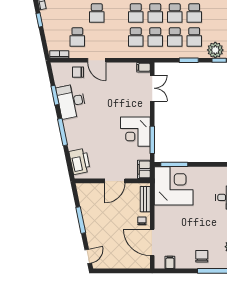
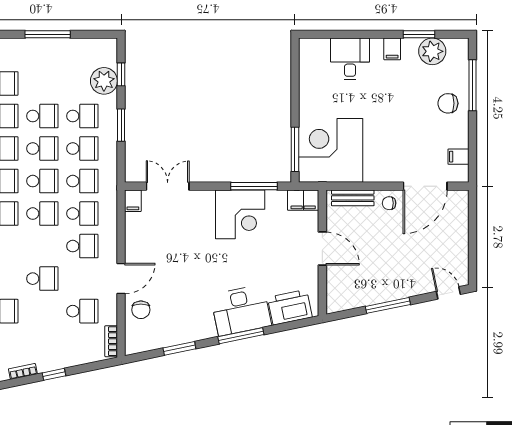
school desk: (116, 37) -> (82, 246), added
desk: (71, 101) -> (241, 310), moved

